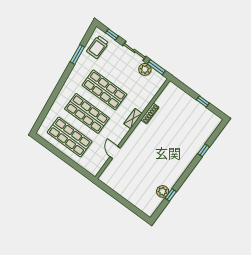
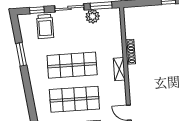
trolley: (98, 47) -> (45, 26), moved

